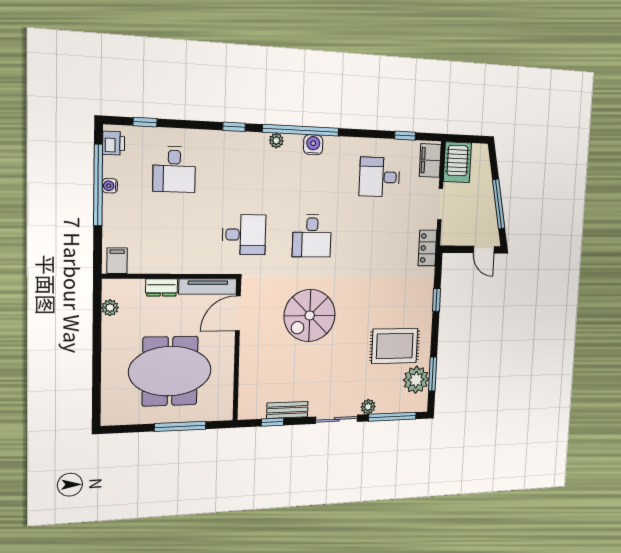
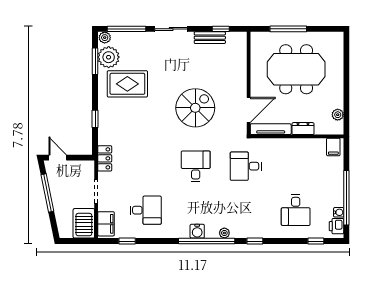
desk: (174, 169) -> (296, 210), turned 180
water cooler: (110, 186) -> (339, 212), moved
plant: (368, 407) -> (105, 38), moved

